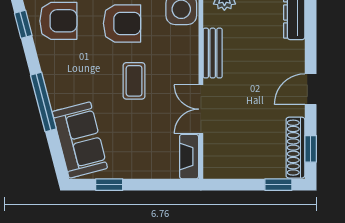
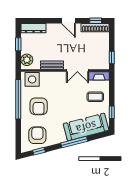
armchair: (122, 23) -> (39, 106), turned 180
coffee table: (134, 81) -> (95, 97), moved
sofa: (80, 140) -> (86, 127), width x1.36
window: (278, 185) -> (112, 58), moved

